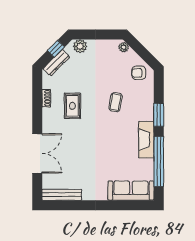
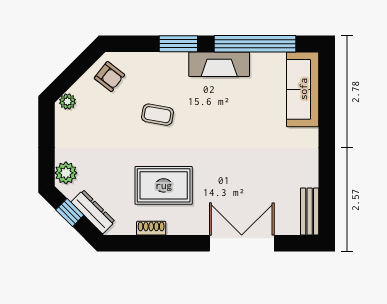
armchair: (139, 73) -> (109, 77), turned -50
rug: (72, 106) -> (164, 185), width x1.36, depth x1.43
bench: (62, 195) -> (310, 211), width x0.73

